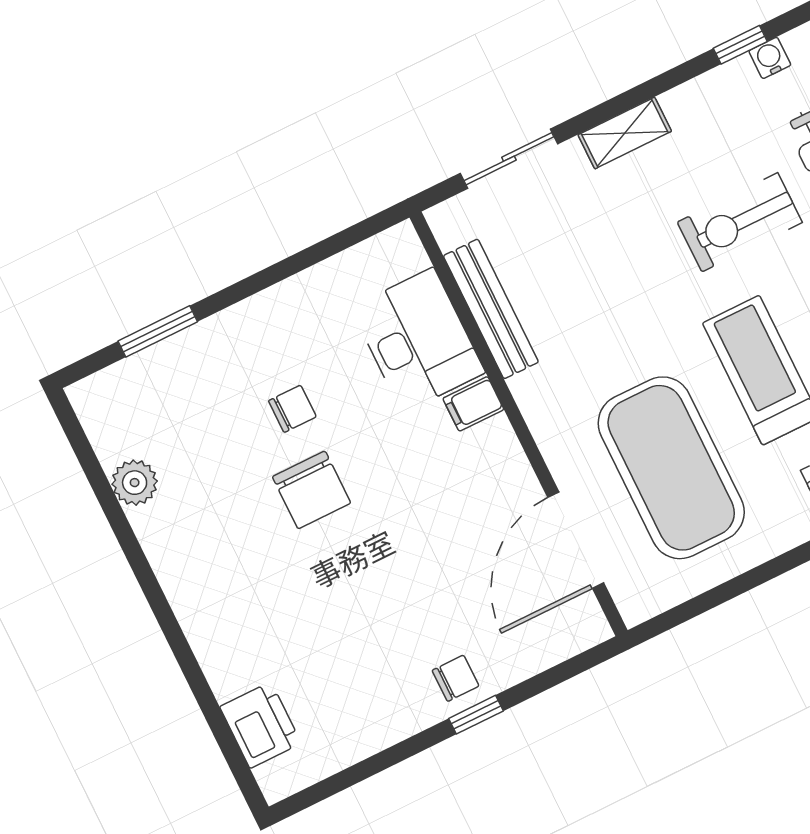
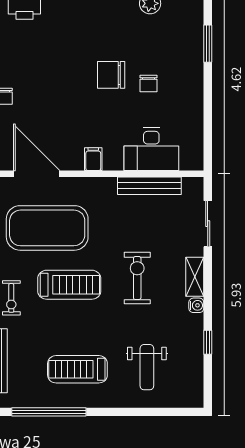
water cooler: (770, 58) -> (196, 305), moved
exercise bike: (740, 222) -> (137, 278), moved
filing cabinet: (473, 404) -> (93, 159), moved

